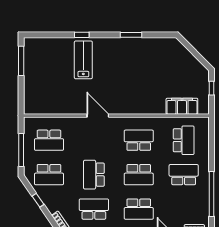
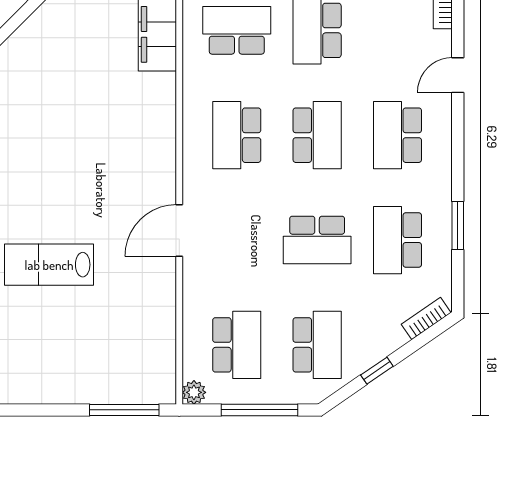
window: (21, 61) -> (124, 410), moved
plant: (29, 122) -> (194, 392), added
school desk: (139, 209) -> (397, 135), turned 180

